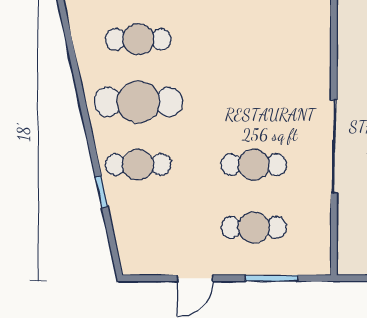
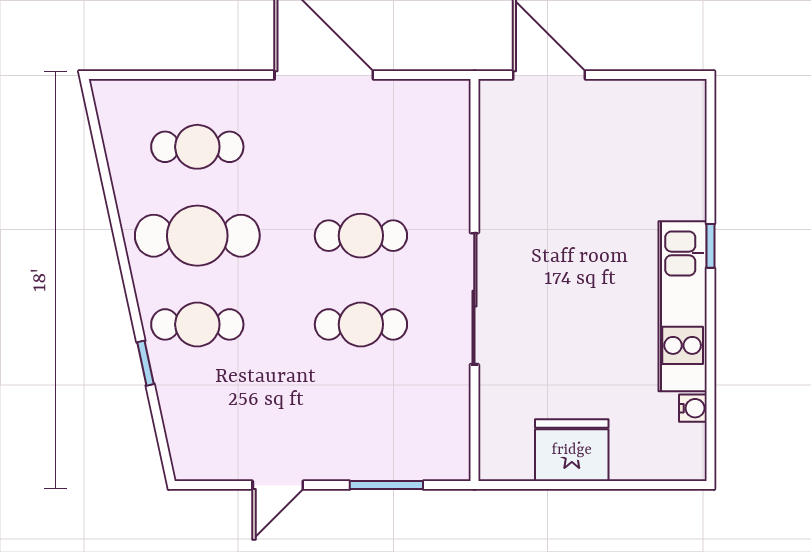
cafe table: (254, 227) -> (361, 236), moved

